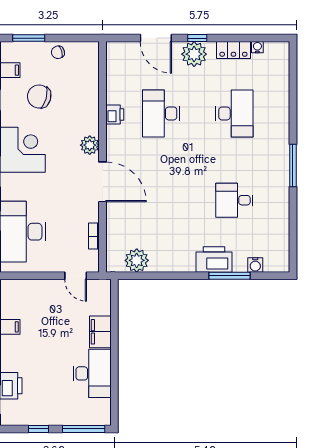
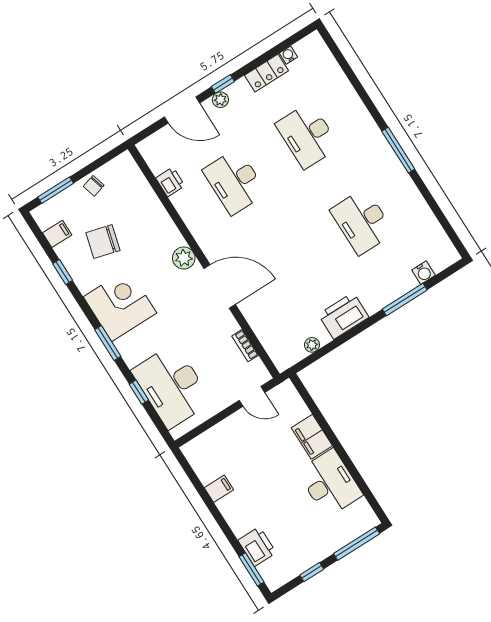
plant: (194, 54) -> (220, 100), width x0.53, depth x0.53
desk: (234, 113) -> (307, 135), turned 180
printer: (115, 115) -> (170, 182), moved
desk: (234, 200) -> (362, 221), width x1.37
plant: (137, 260) -> (312, 345), width x0.53, depth x0.53
printer: (214, 260) -> (344, 316), moved

